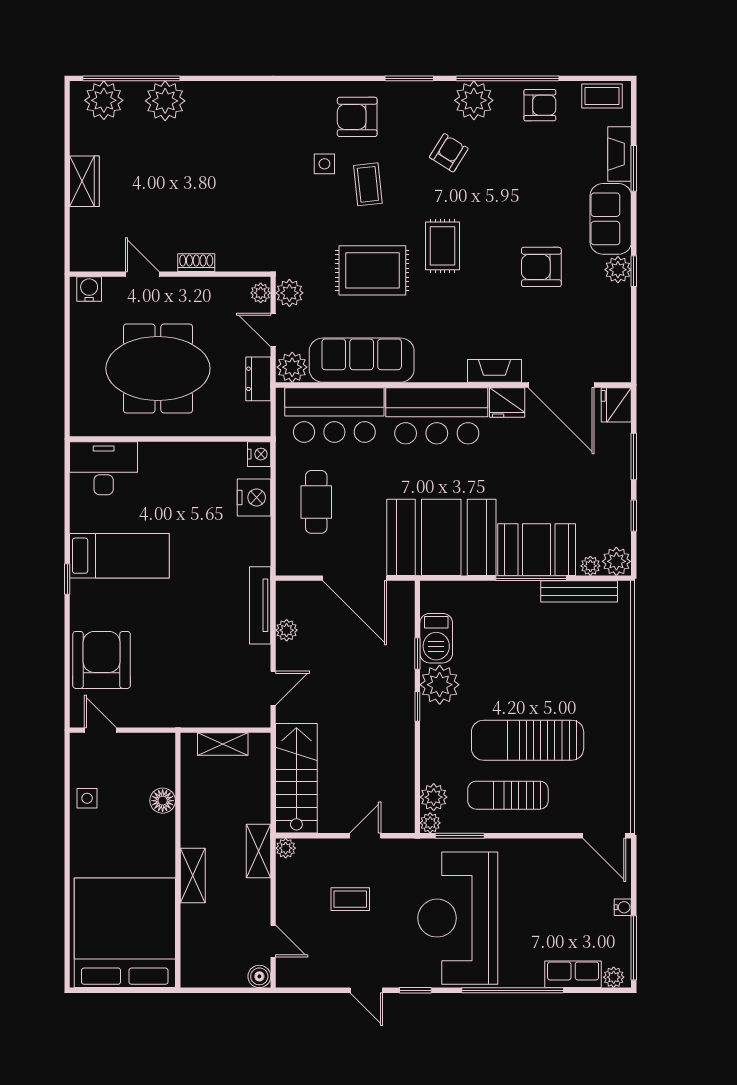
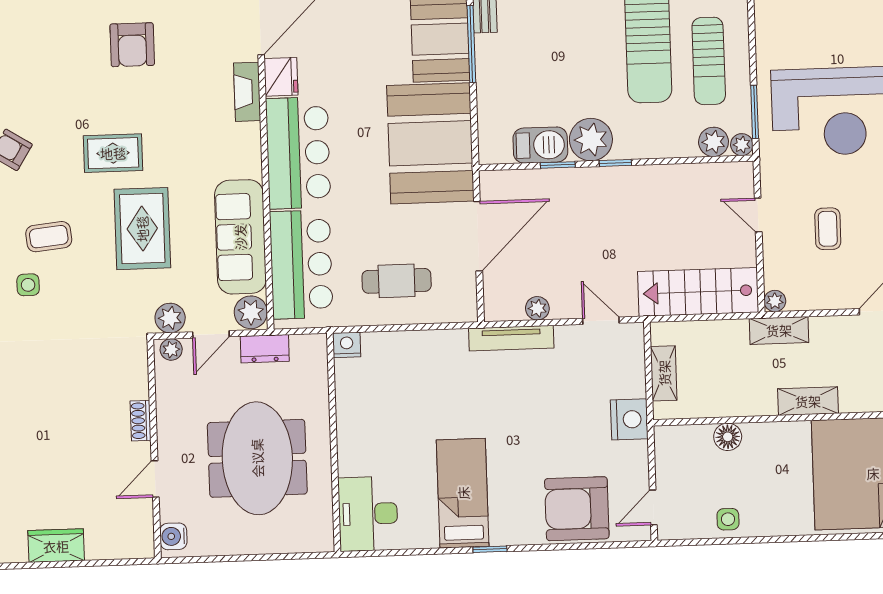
nightstand: (254, 497) -> (629, 419), moved, turned 90

